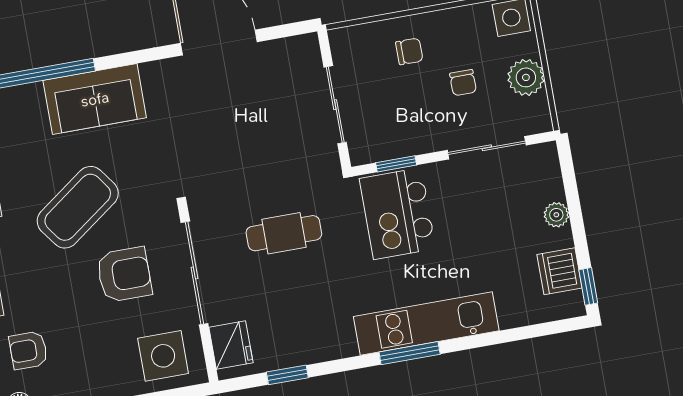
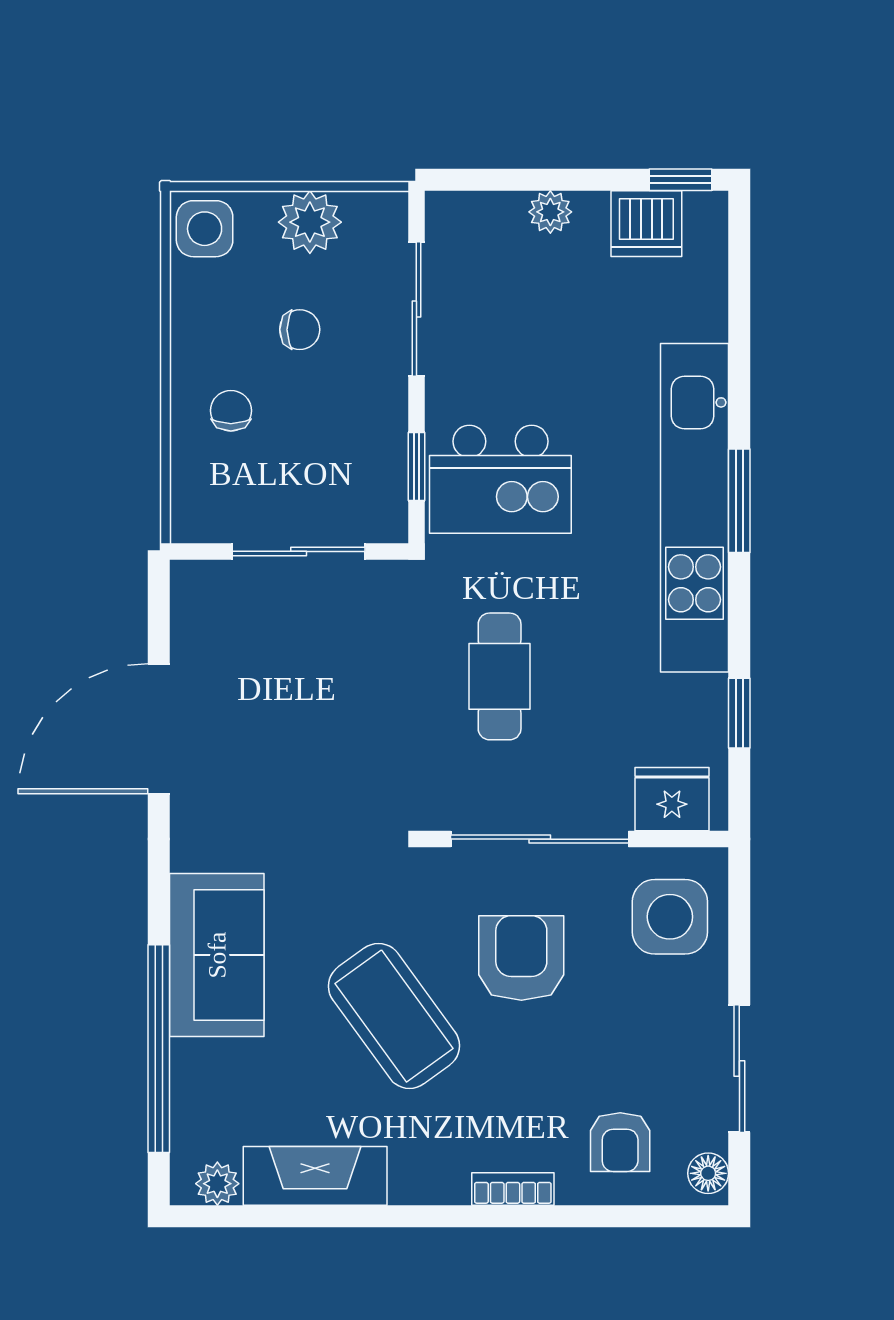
kitchen unit: (426, 324) -> (695, 508), width x1.36

